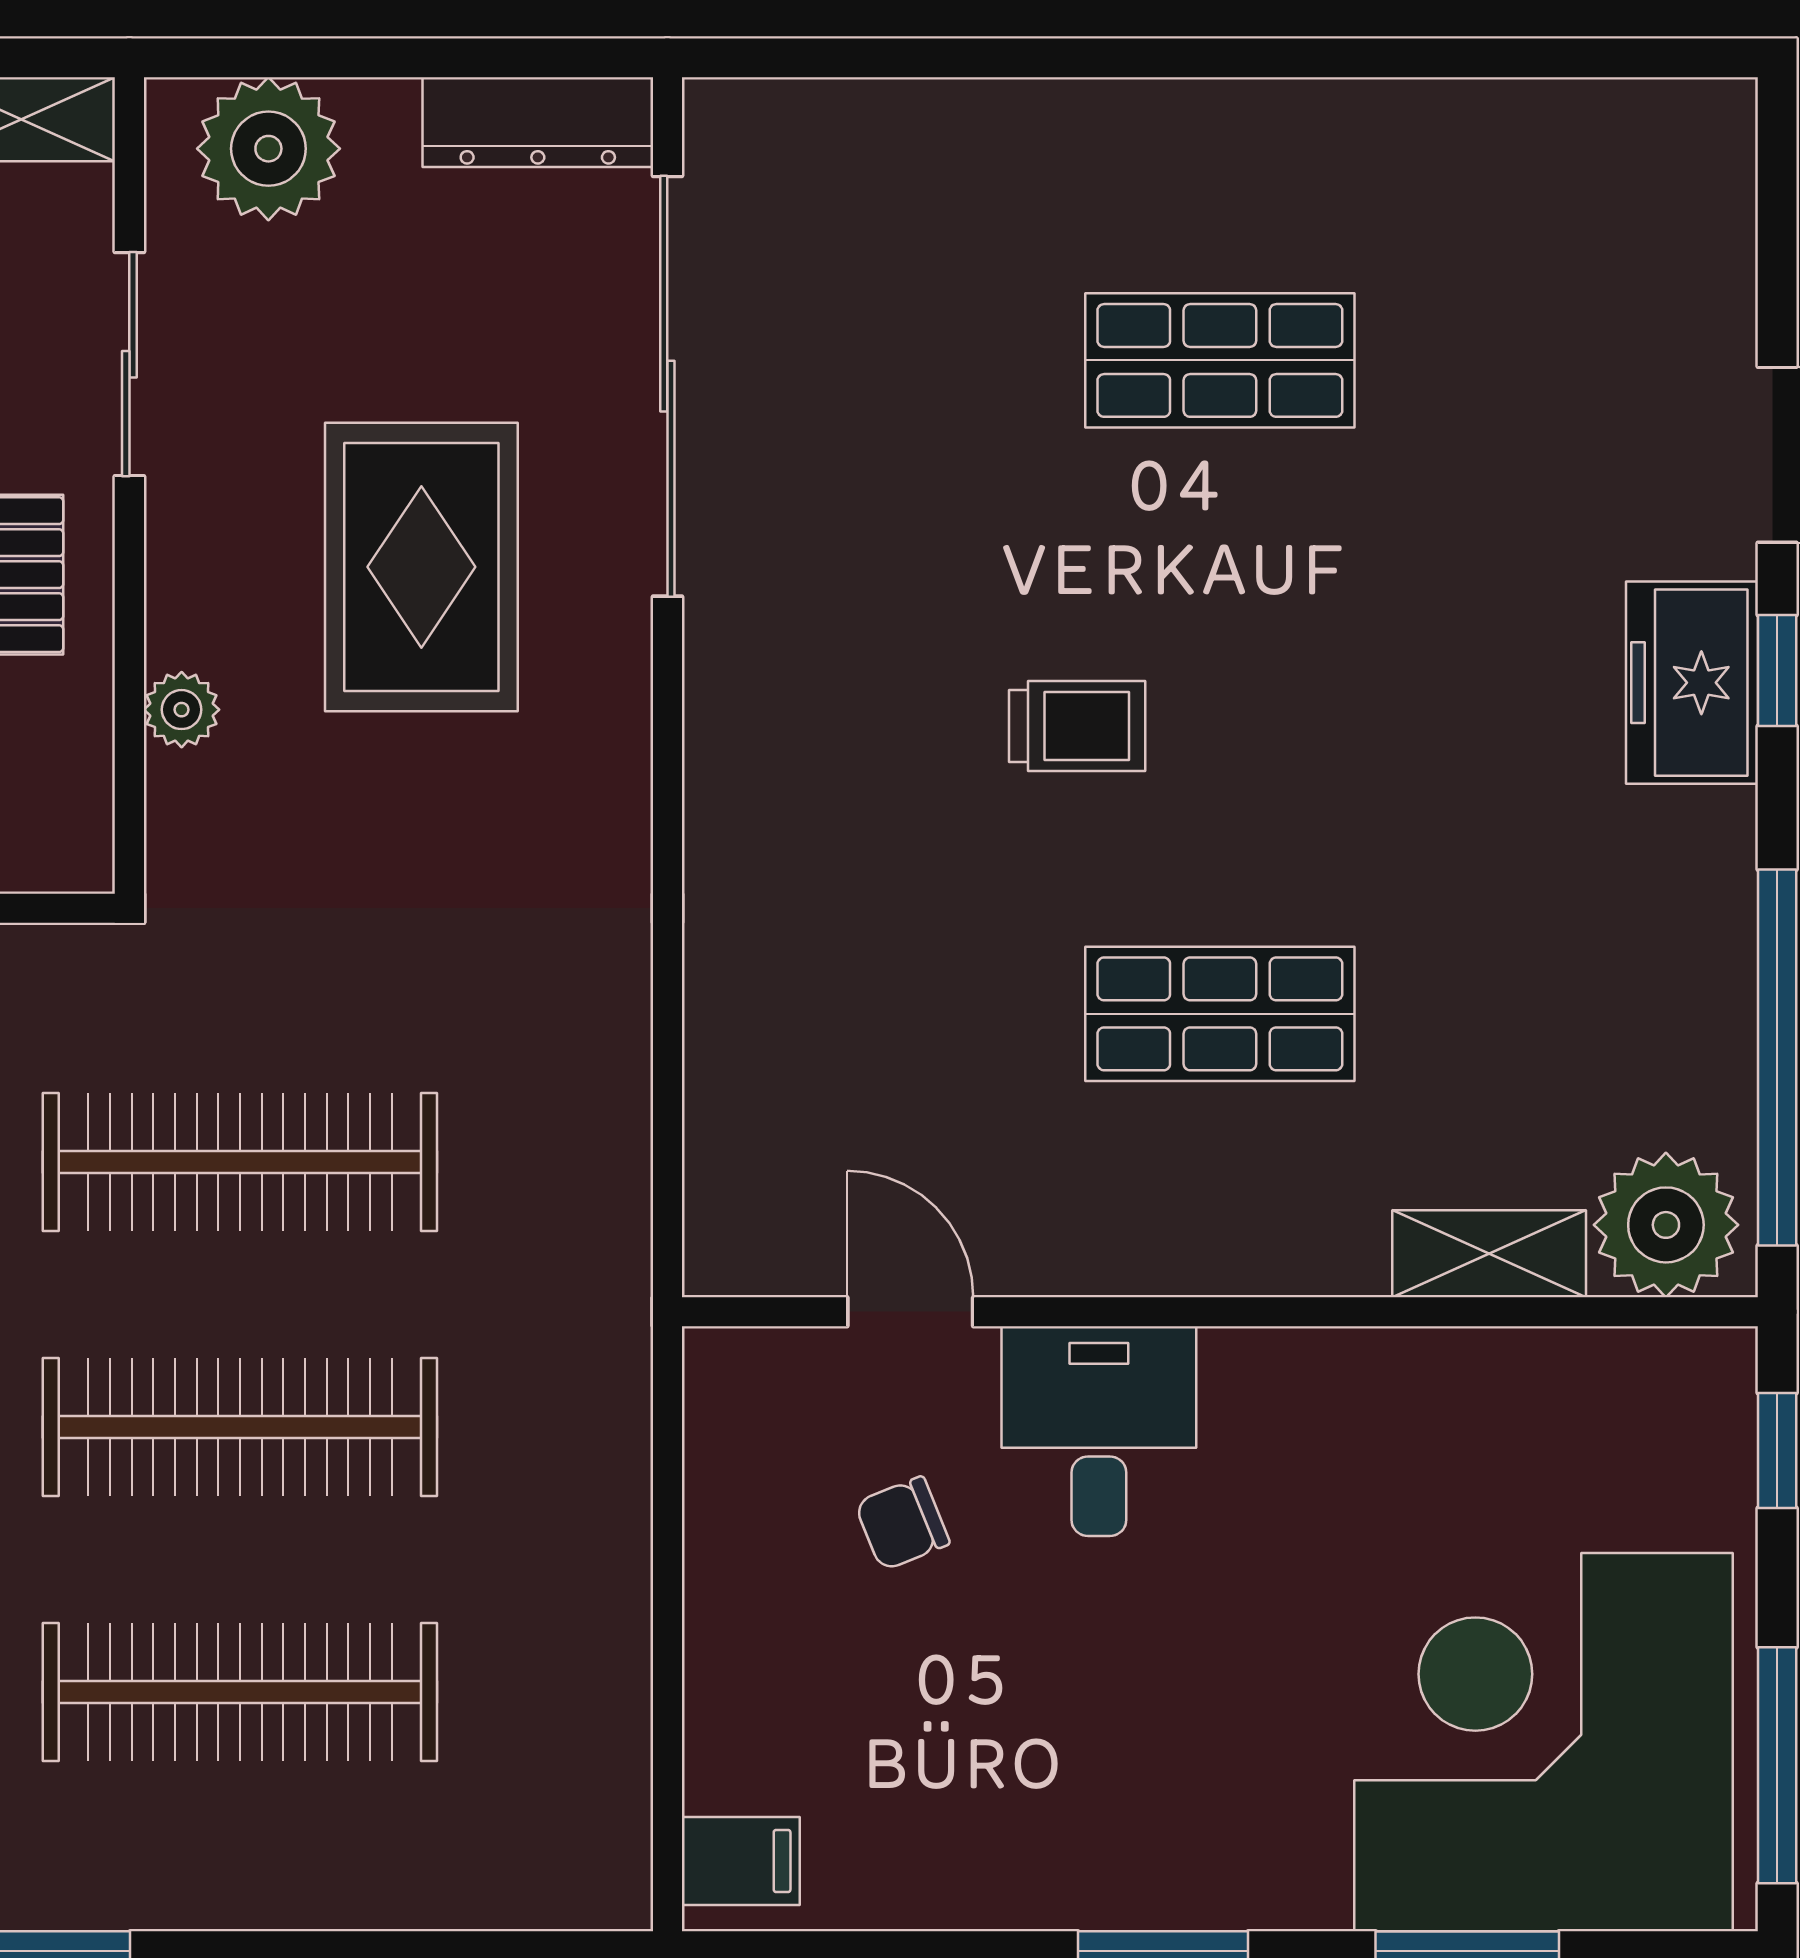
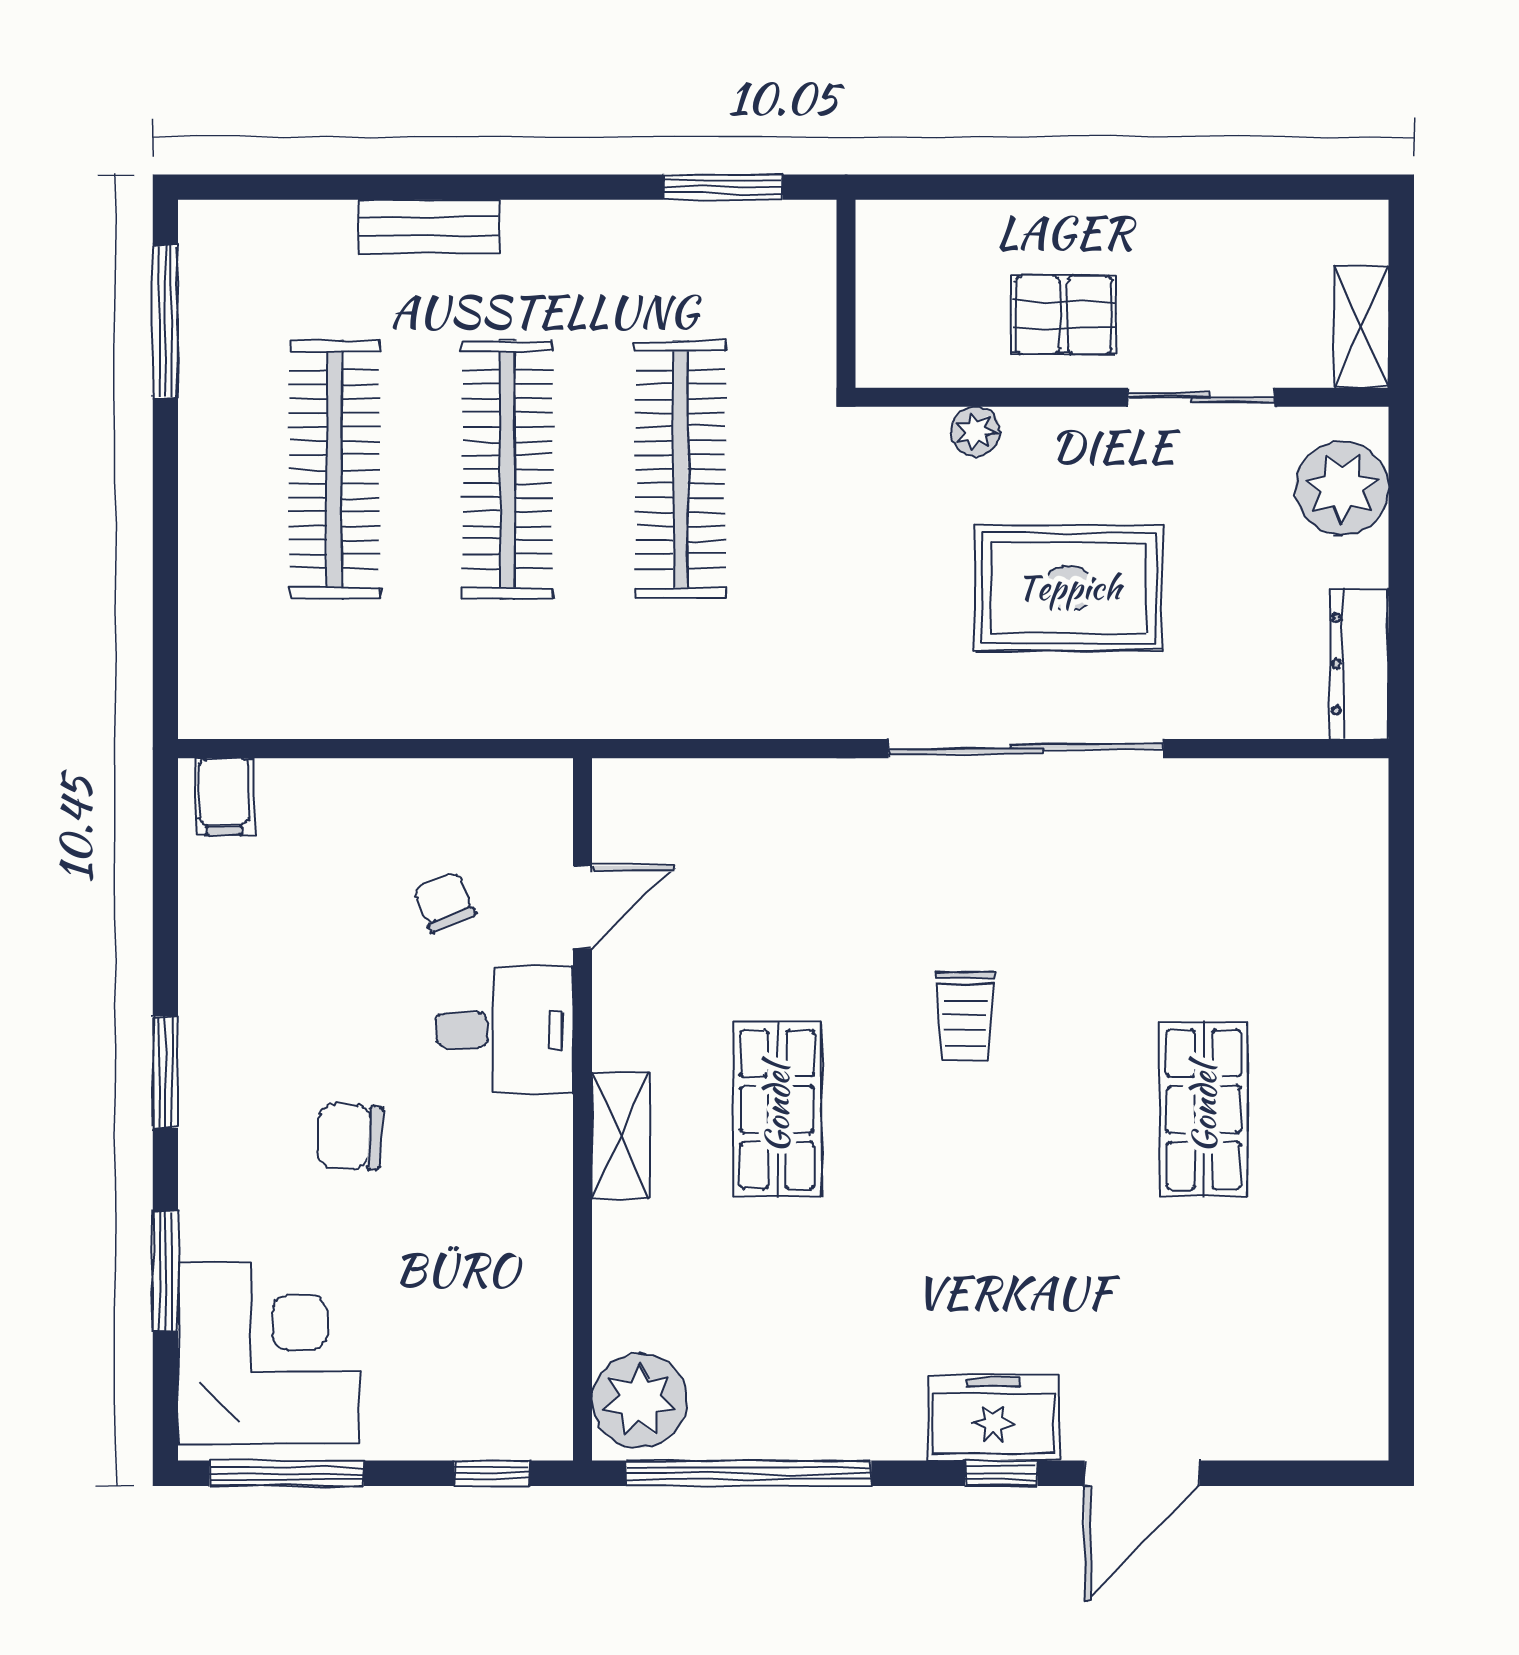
sliding door: (667, 386) -> (1026, 749), moved
shelving: (1489, 1254) -> (620, 1136), moved
chair: (1261, 1668) -> (350, 1136), added
corner desk: (1543, 1742) -> (269, 1353), width x0.74, depth x0.74

